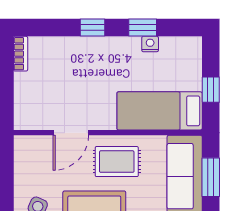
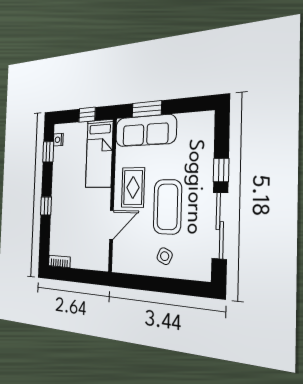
window: (143, 28) -> (48, 152), moved
nightstand: (150, 44) -> (58, 140), moved
door: (71, 133) -> (111, 225), hinge flipped

